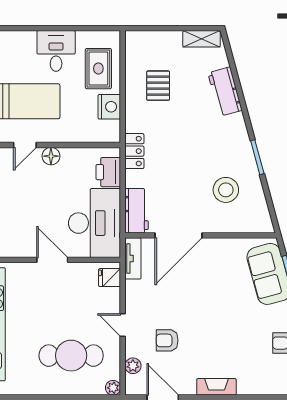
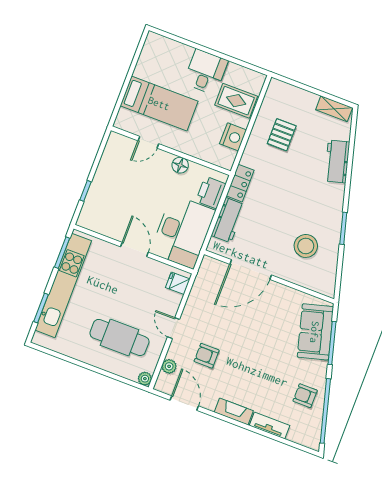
rug: (98, 69) -> (236, 101), turned 90
floor lamp: (51, 156) -> (180, 165), moved
workbench: (137, 211) -> (228, 220), moved
tv unit: (133, 258) -> (269, 426), moved, turned -90

